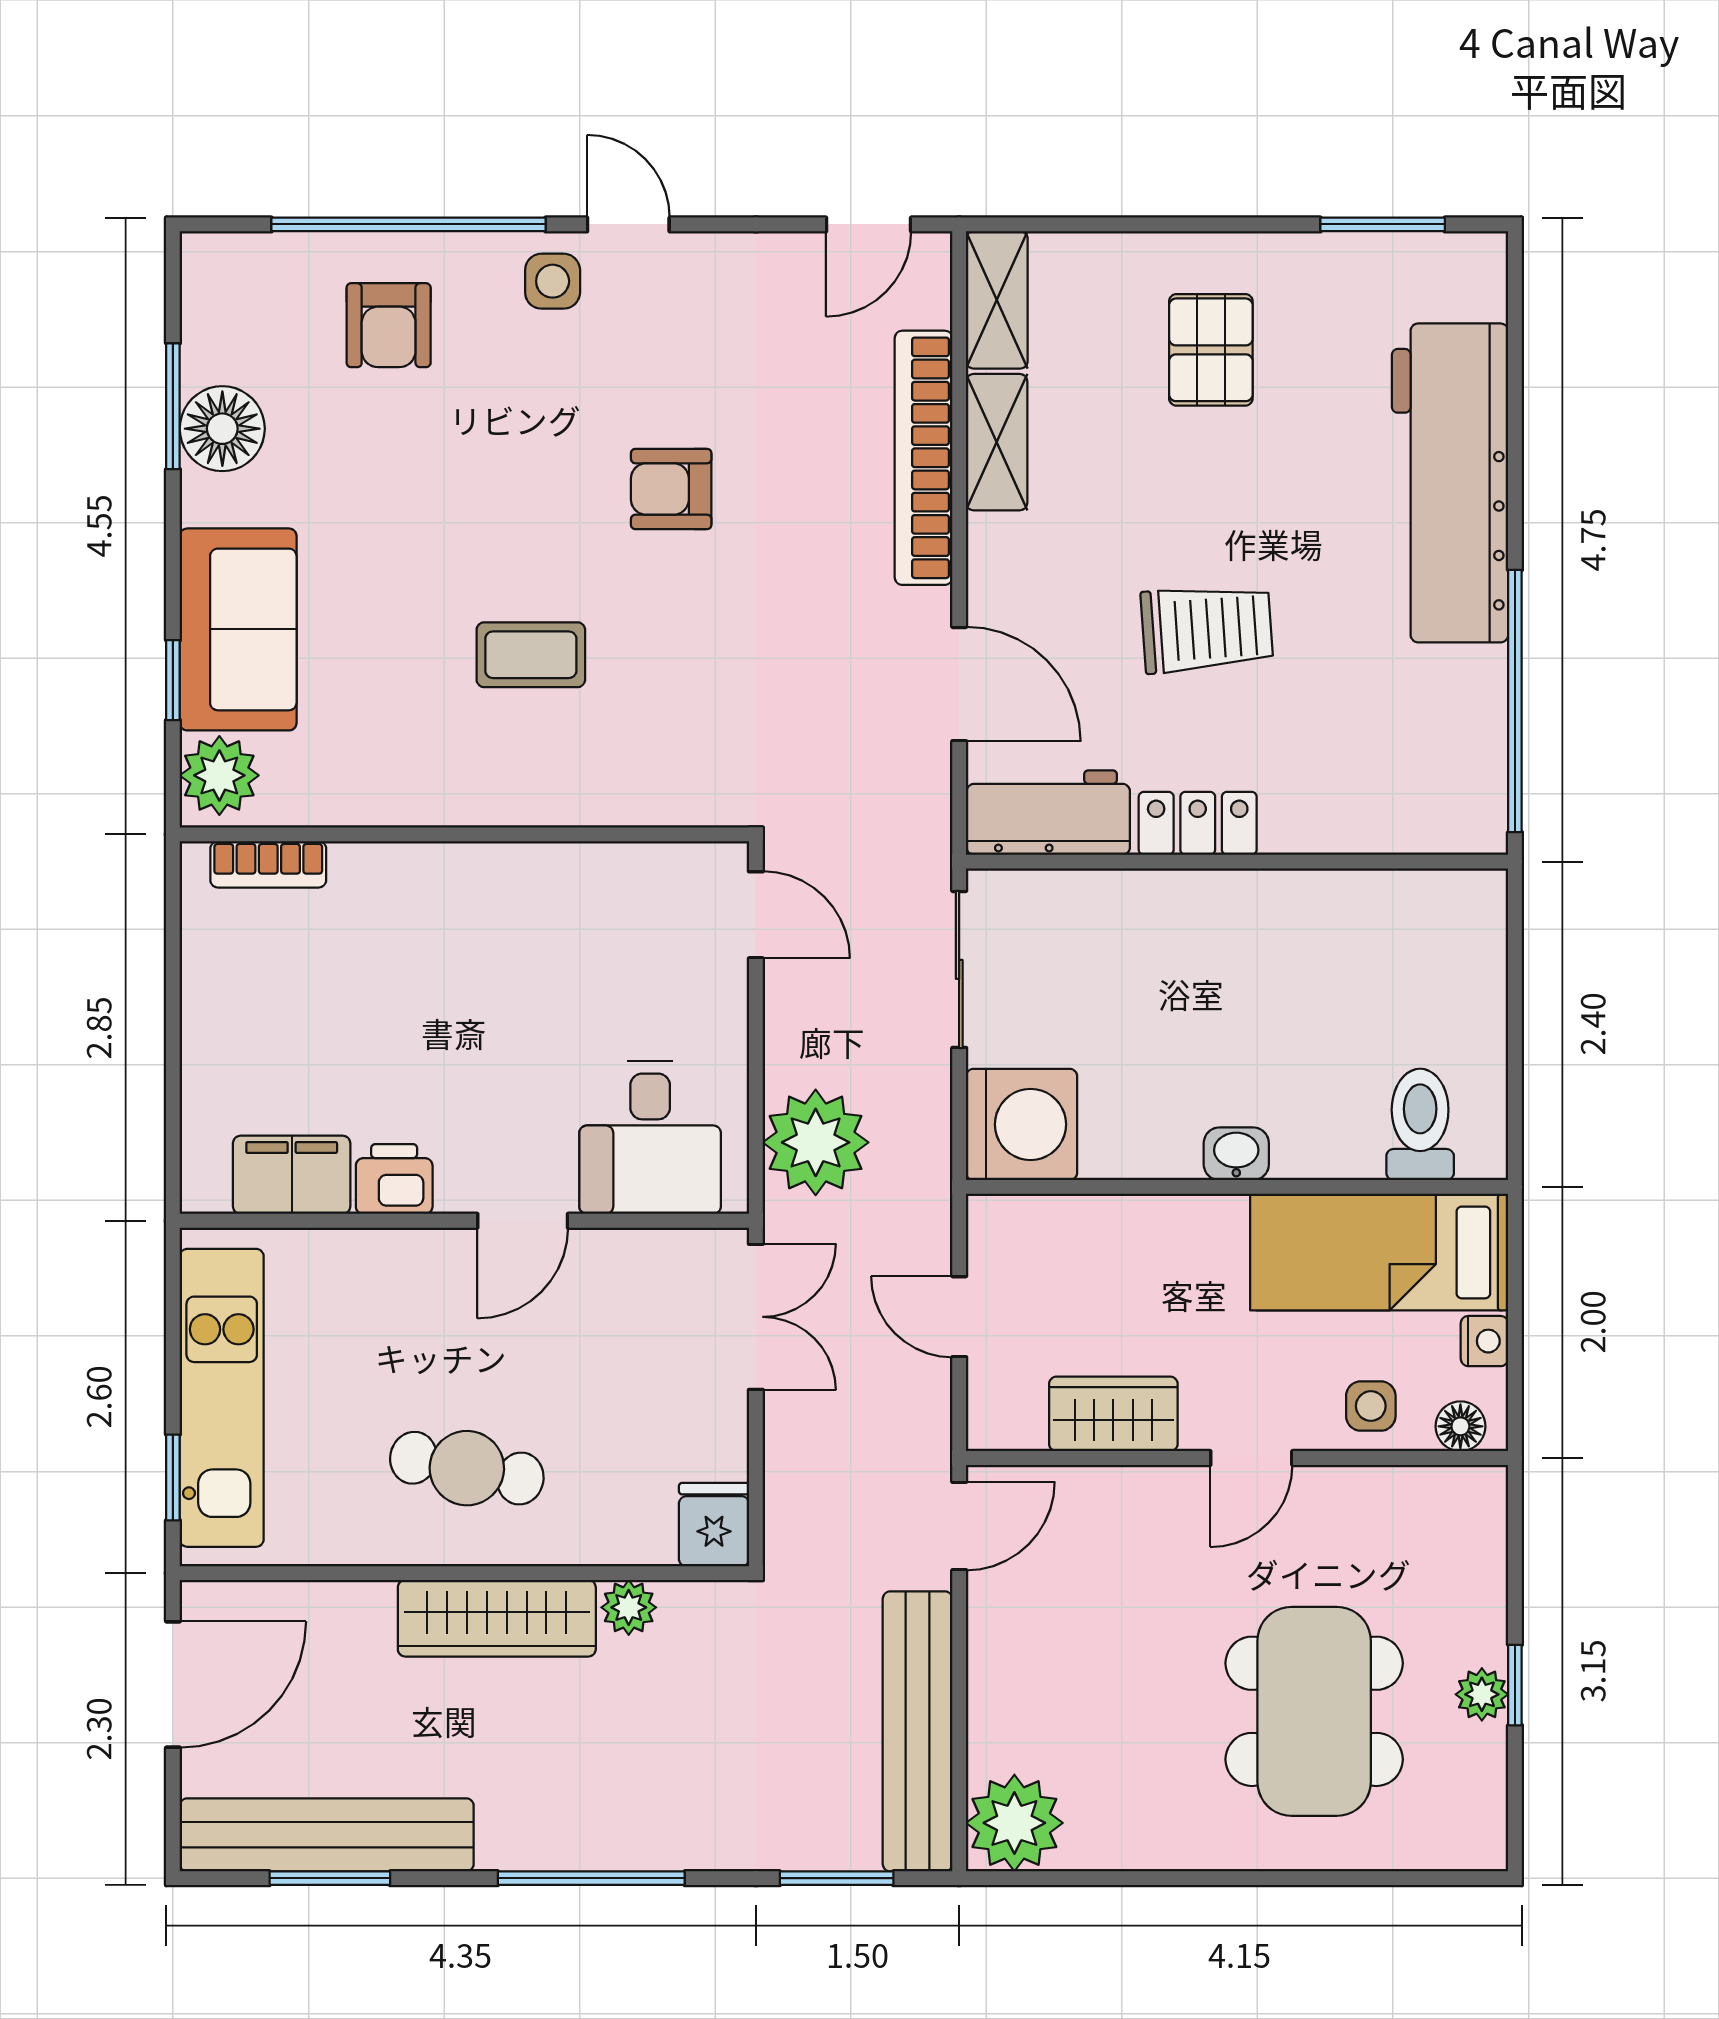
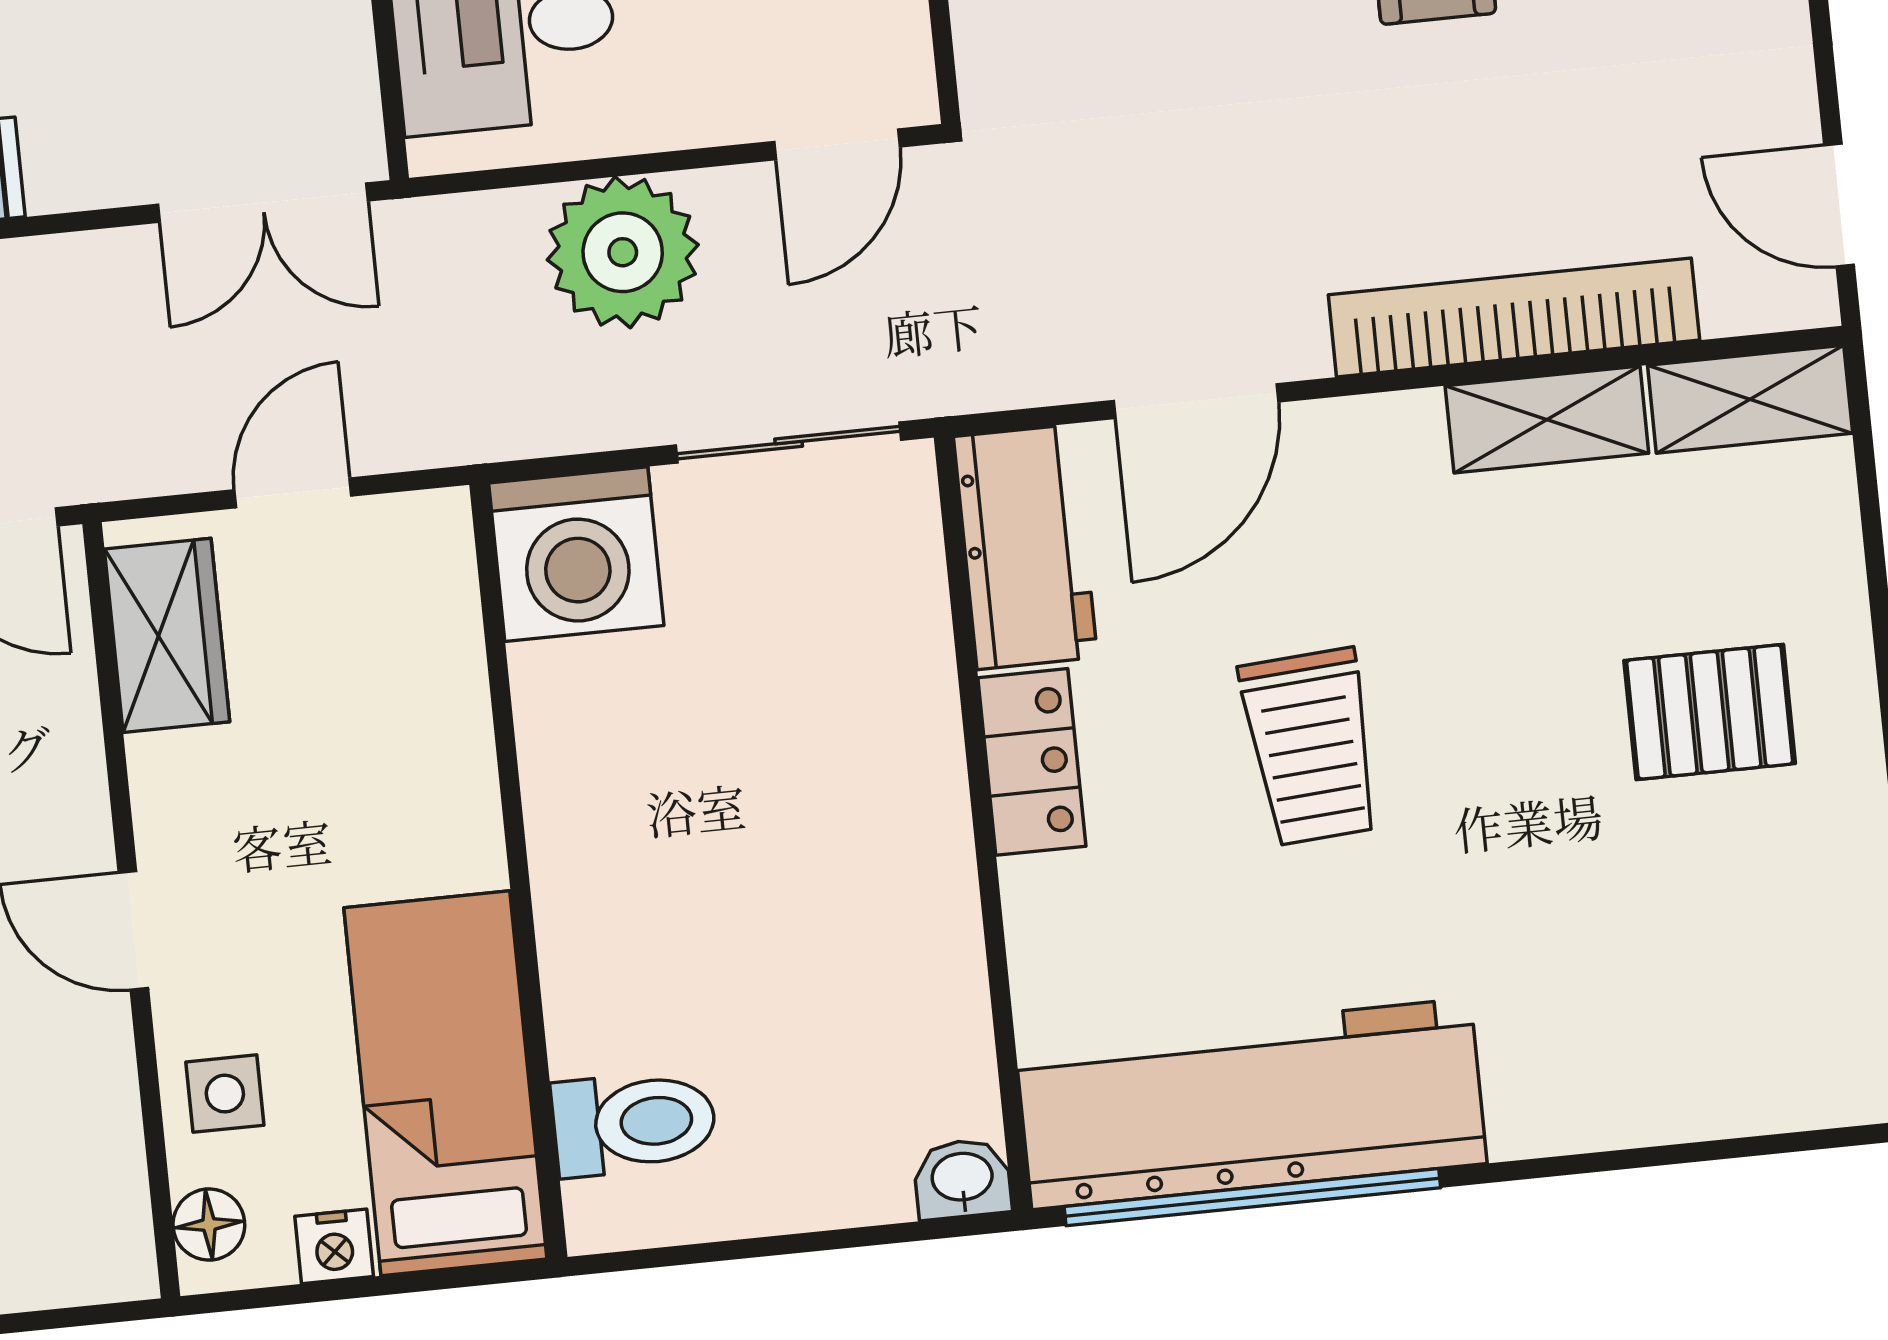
workbench: (1450, 483) -> (1251, 1104), moved
plant: (816, 1142) -> (623, 252), moved
washbasin: (1236, 1154) -> (962, 1179), moved, turned -90
wardrobe: (1113, 1414) -> (167, 635), moved

